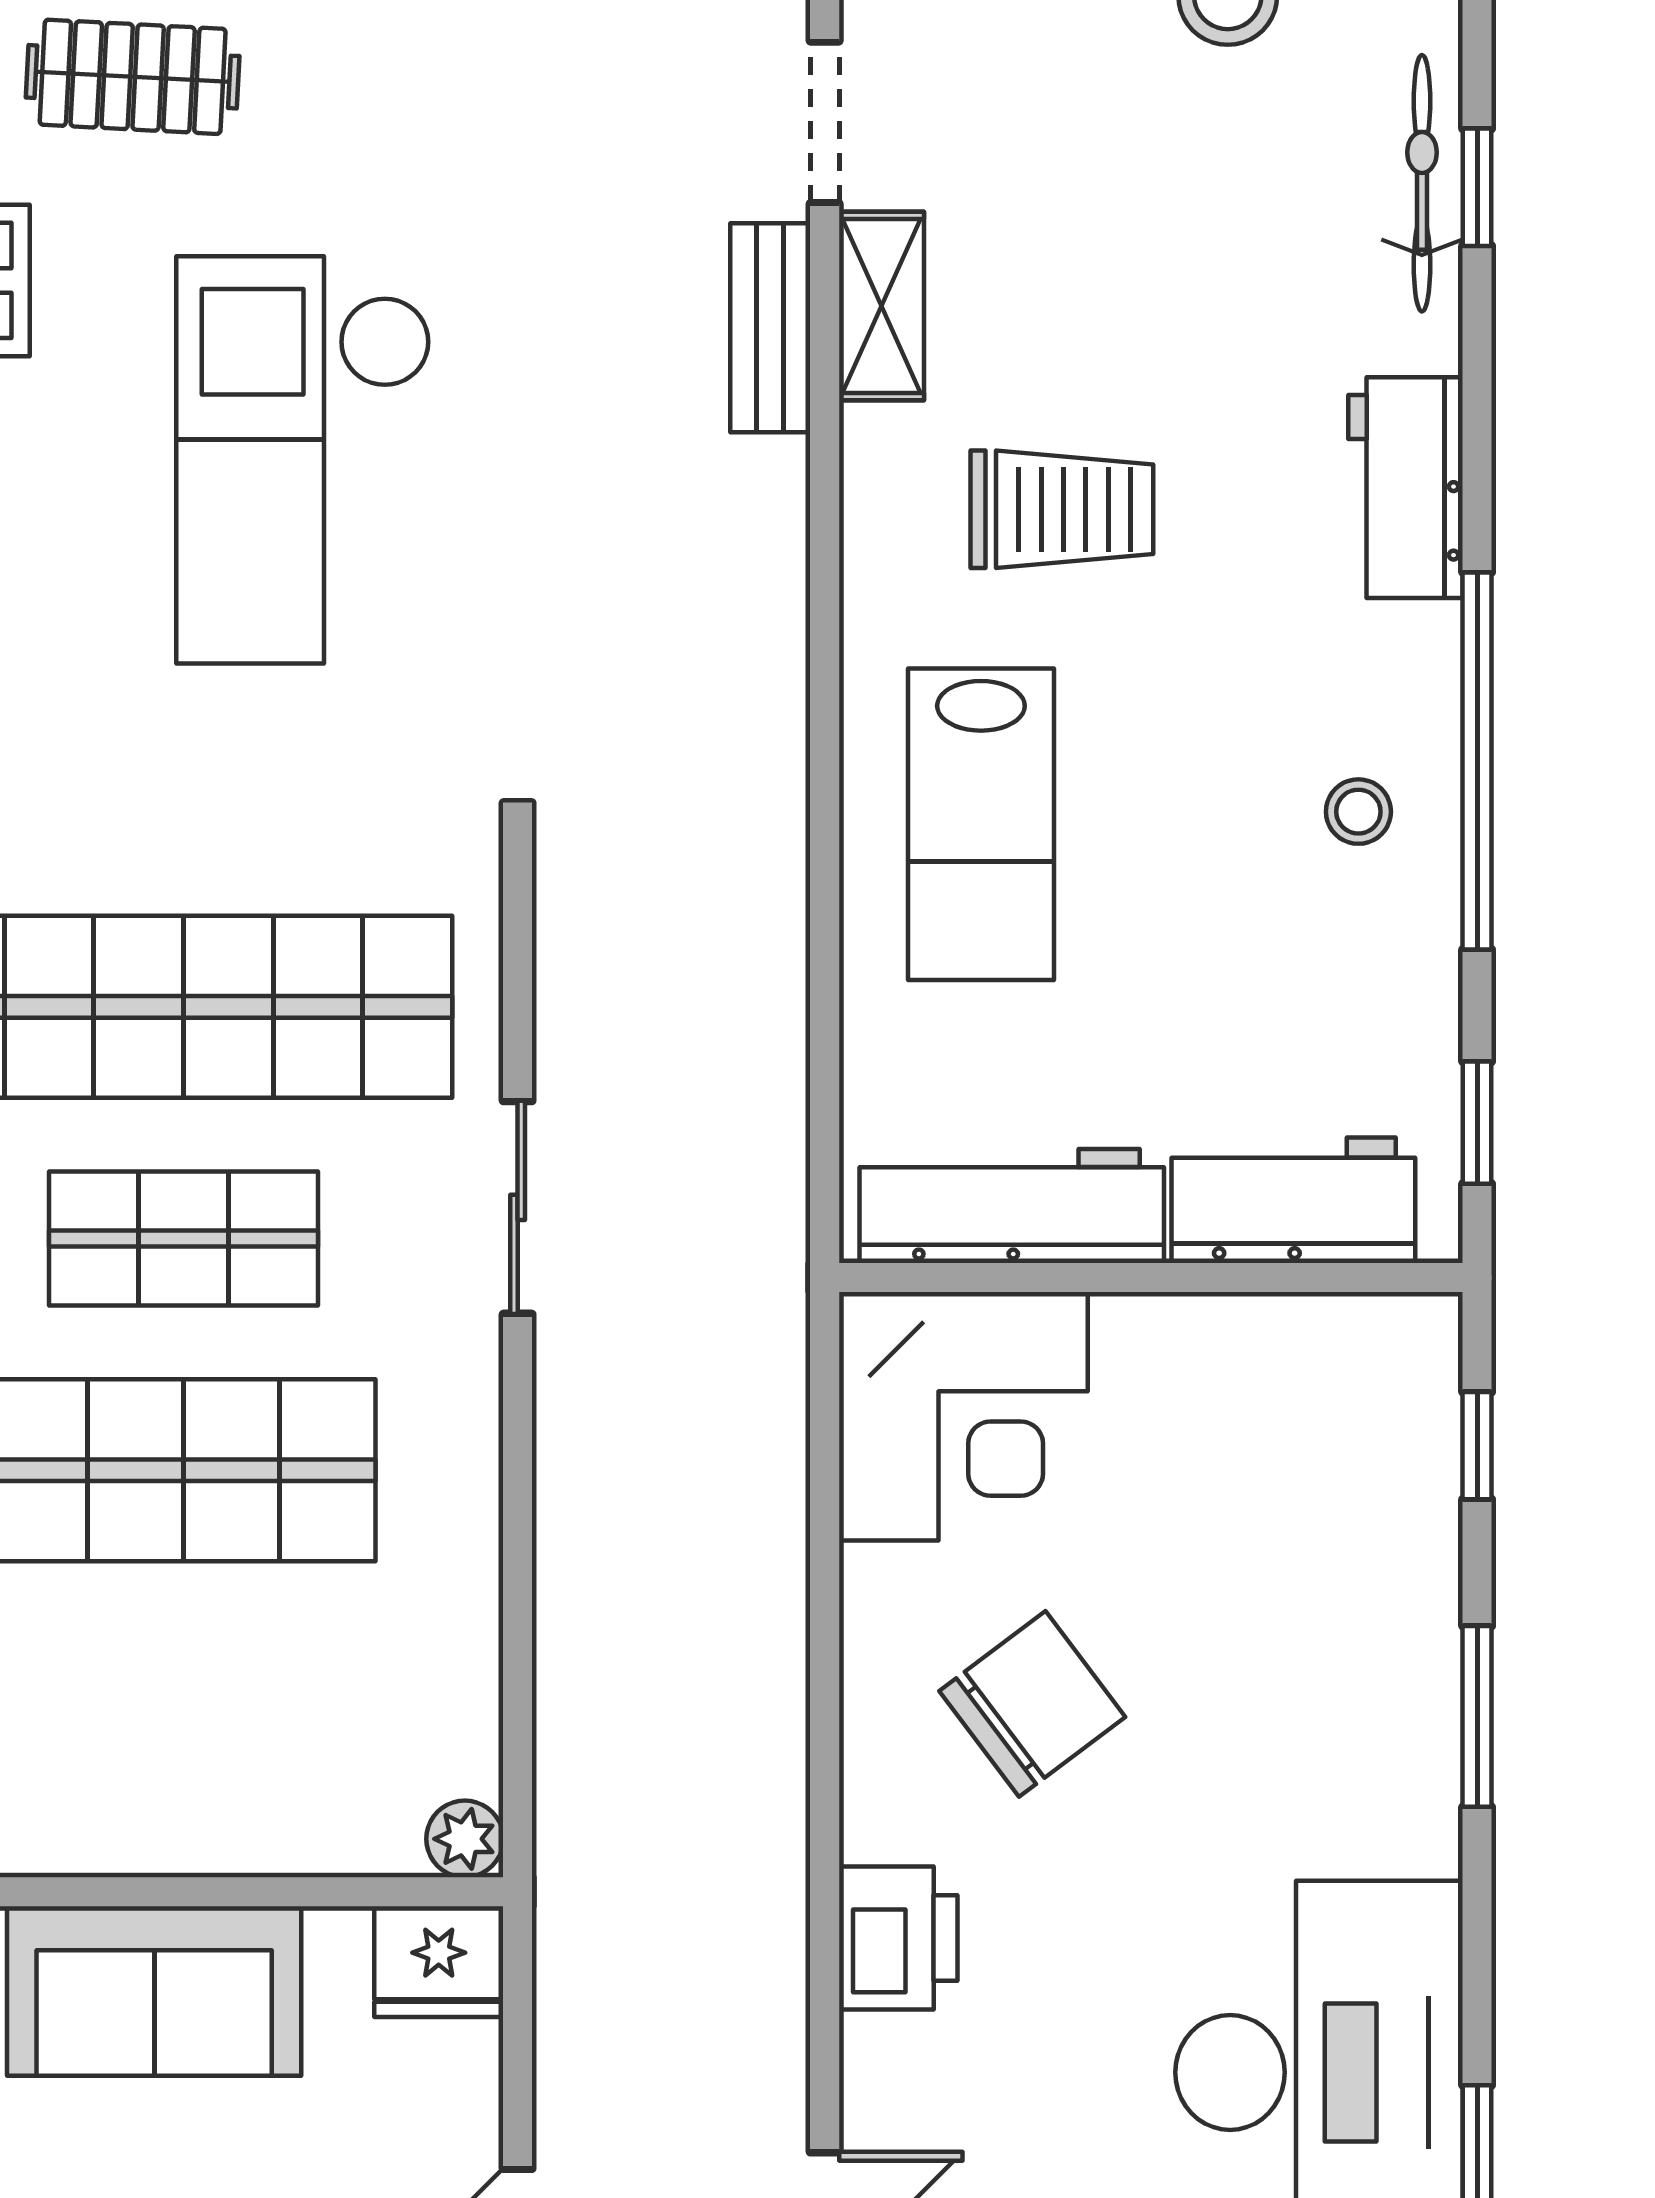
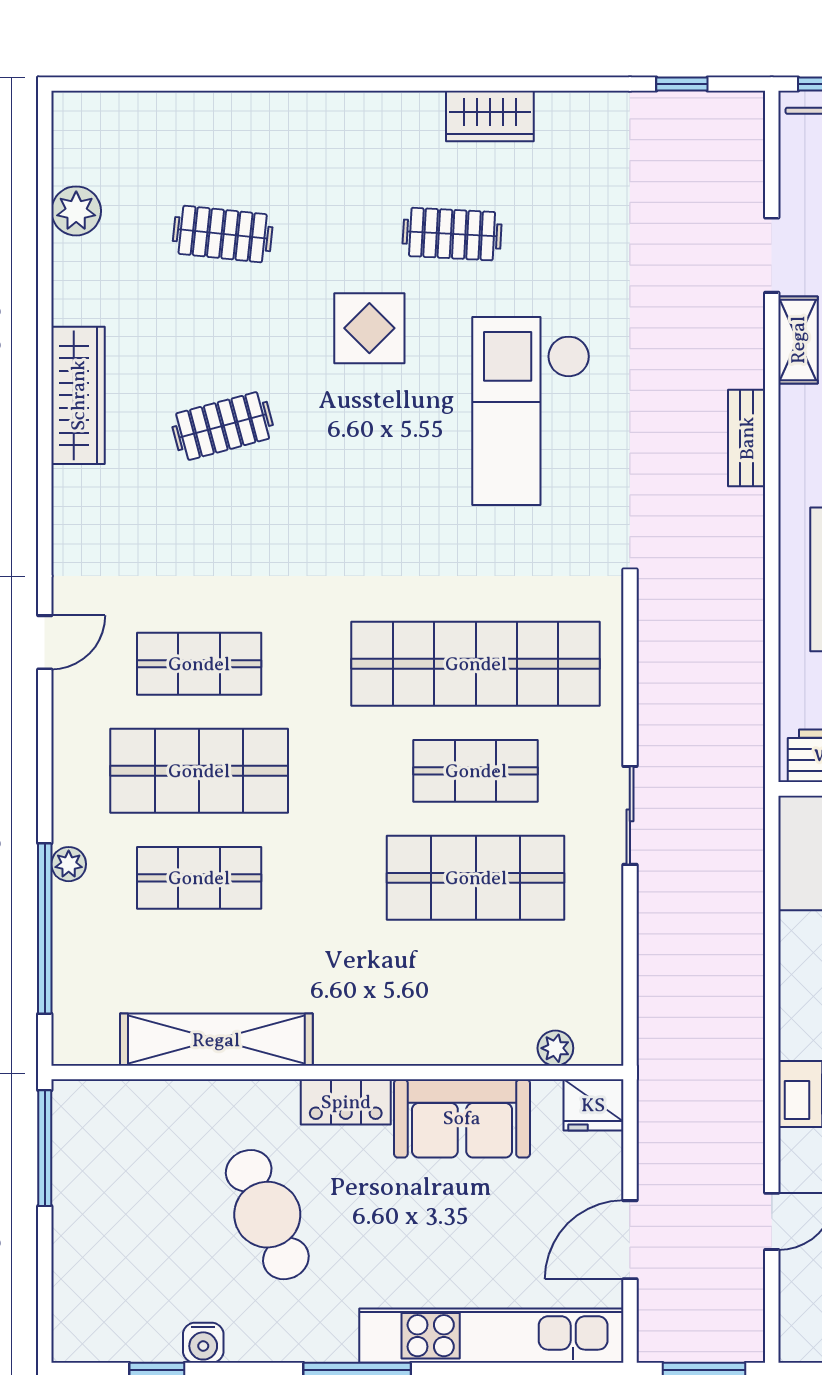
bench: (770, 328) -> (747, 438), moved
sliding door: (518, 1207) -> (630, 815), moved
plant: (465, 1839) -> (555, 1048), moved

